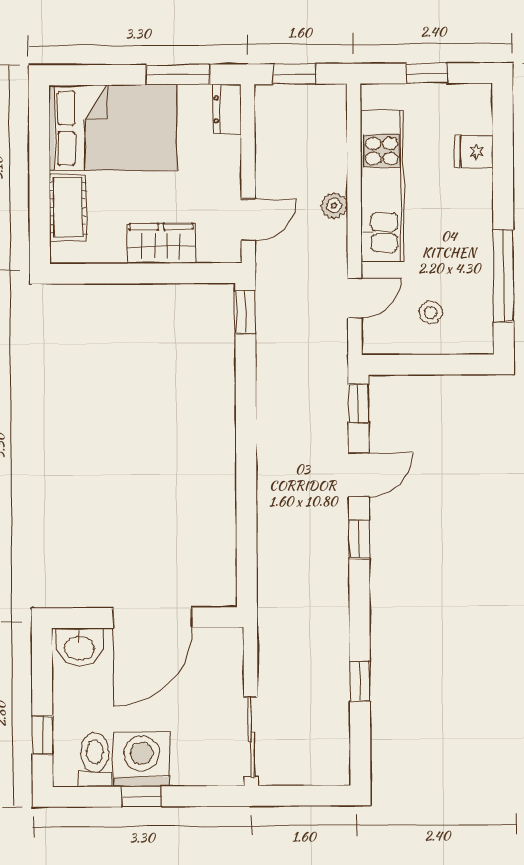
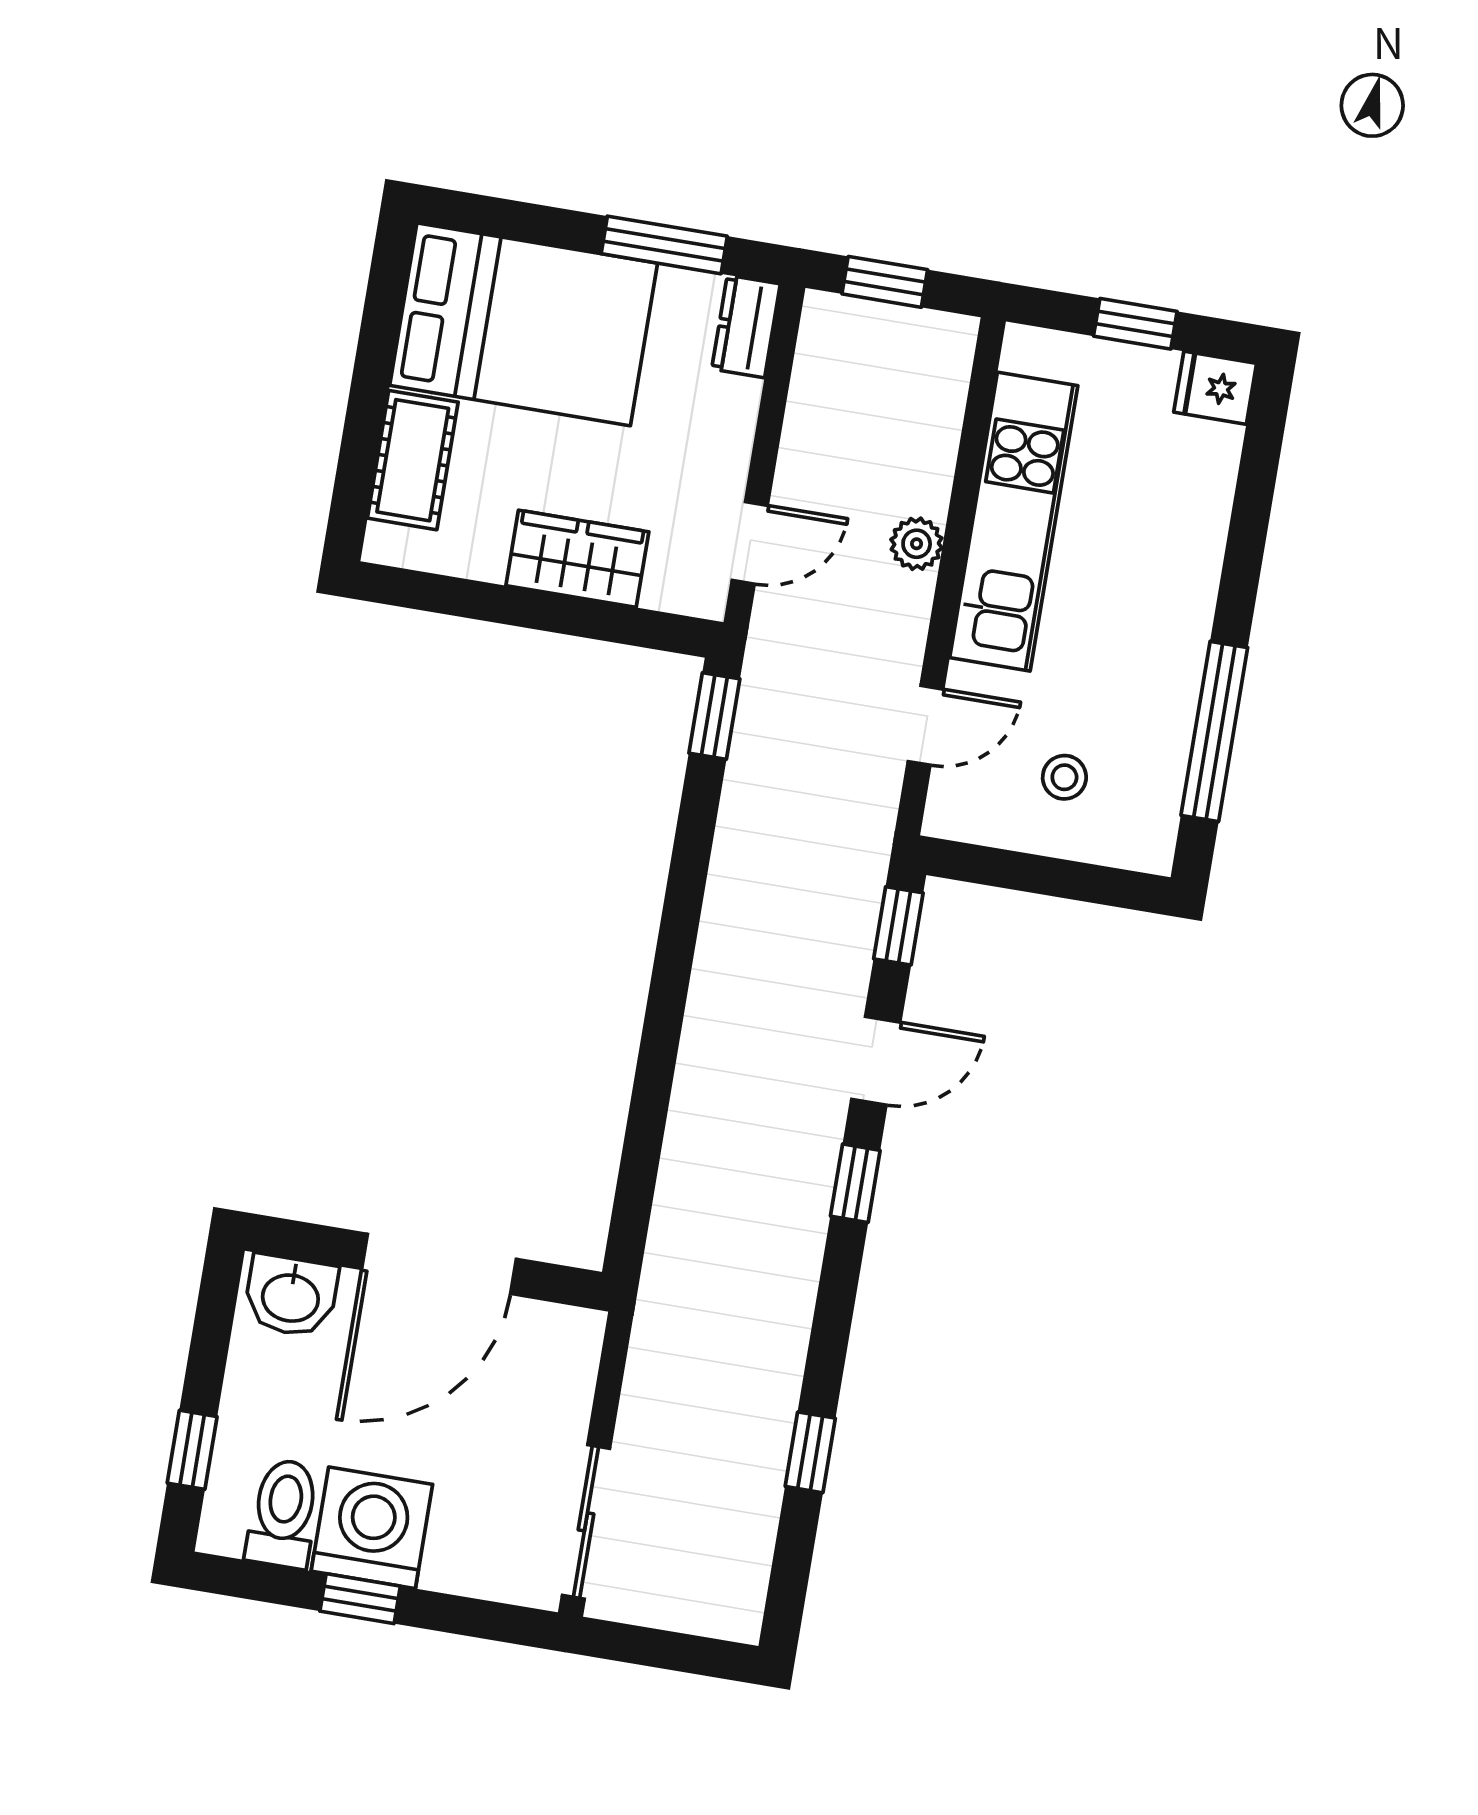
fridge: (474, 152) -> (1215, 388), moved

